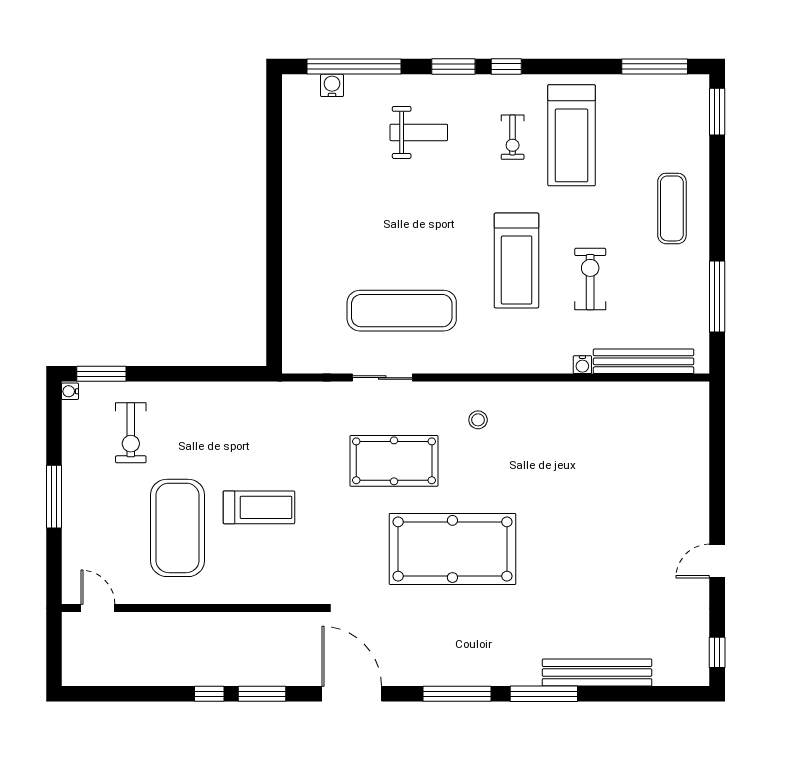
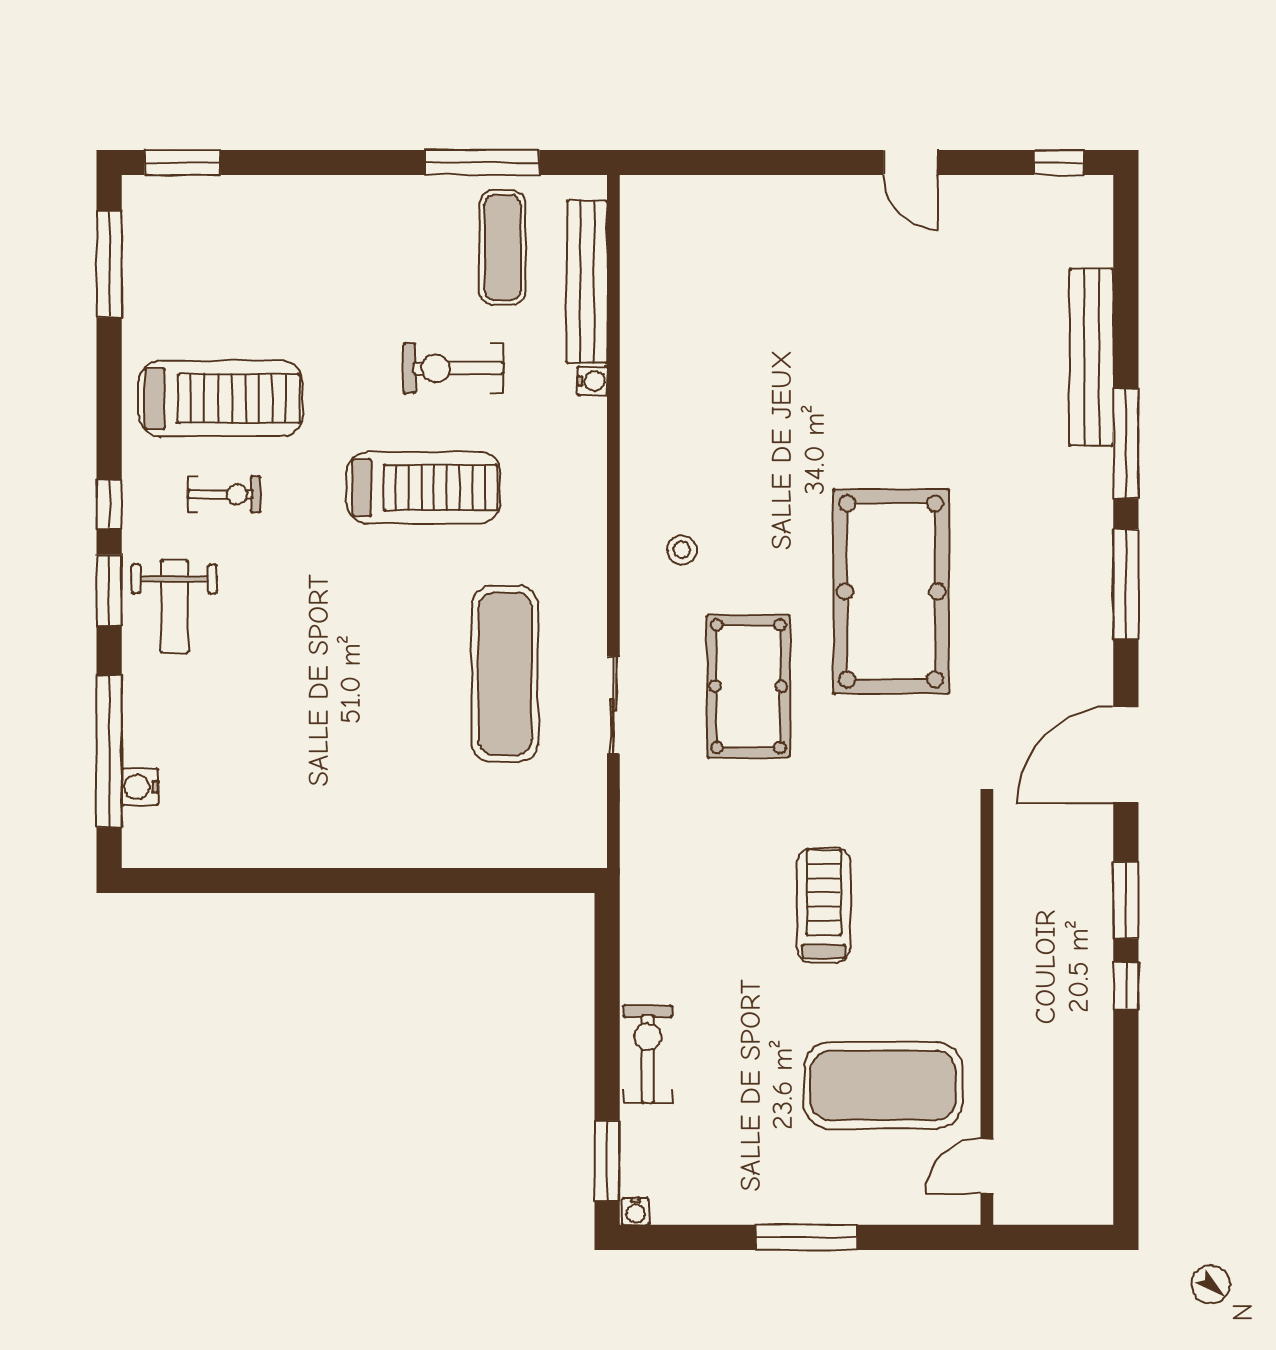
weight bench: (419, 132) -> (174, 607), moved, turned 180
exercise mat: (672, 208) -> (502, 247), moved, turned 90
exercise bike: (131, 433) -> (648, 1054), moved, turned -90
exercise mat: (178, 528) -> (883, 1085), moved

